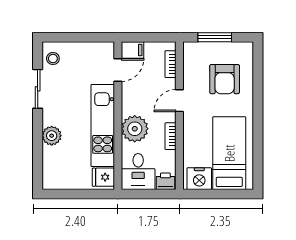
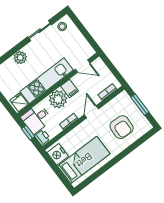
filing cabinet: (132, 50) -> (70, 89), moved
armchair: (225, 79) -> (122, 127), turned -87
door: (179, 101) -> (91, 112), hinge flipped
window: (147, 194) -> (28, 133), added

